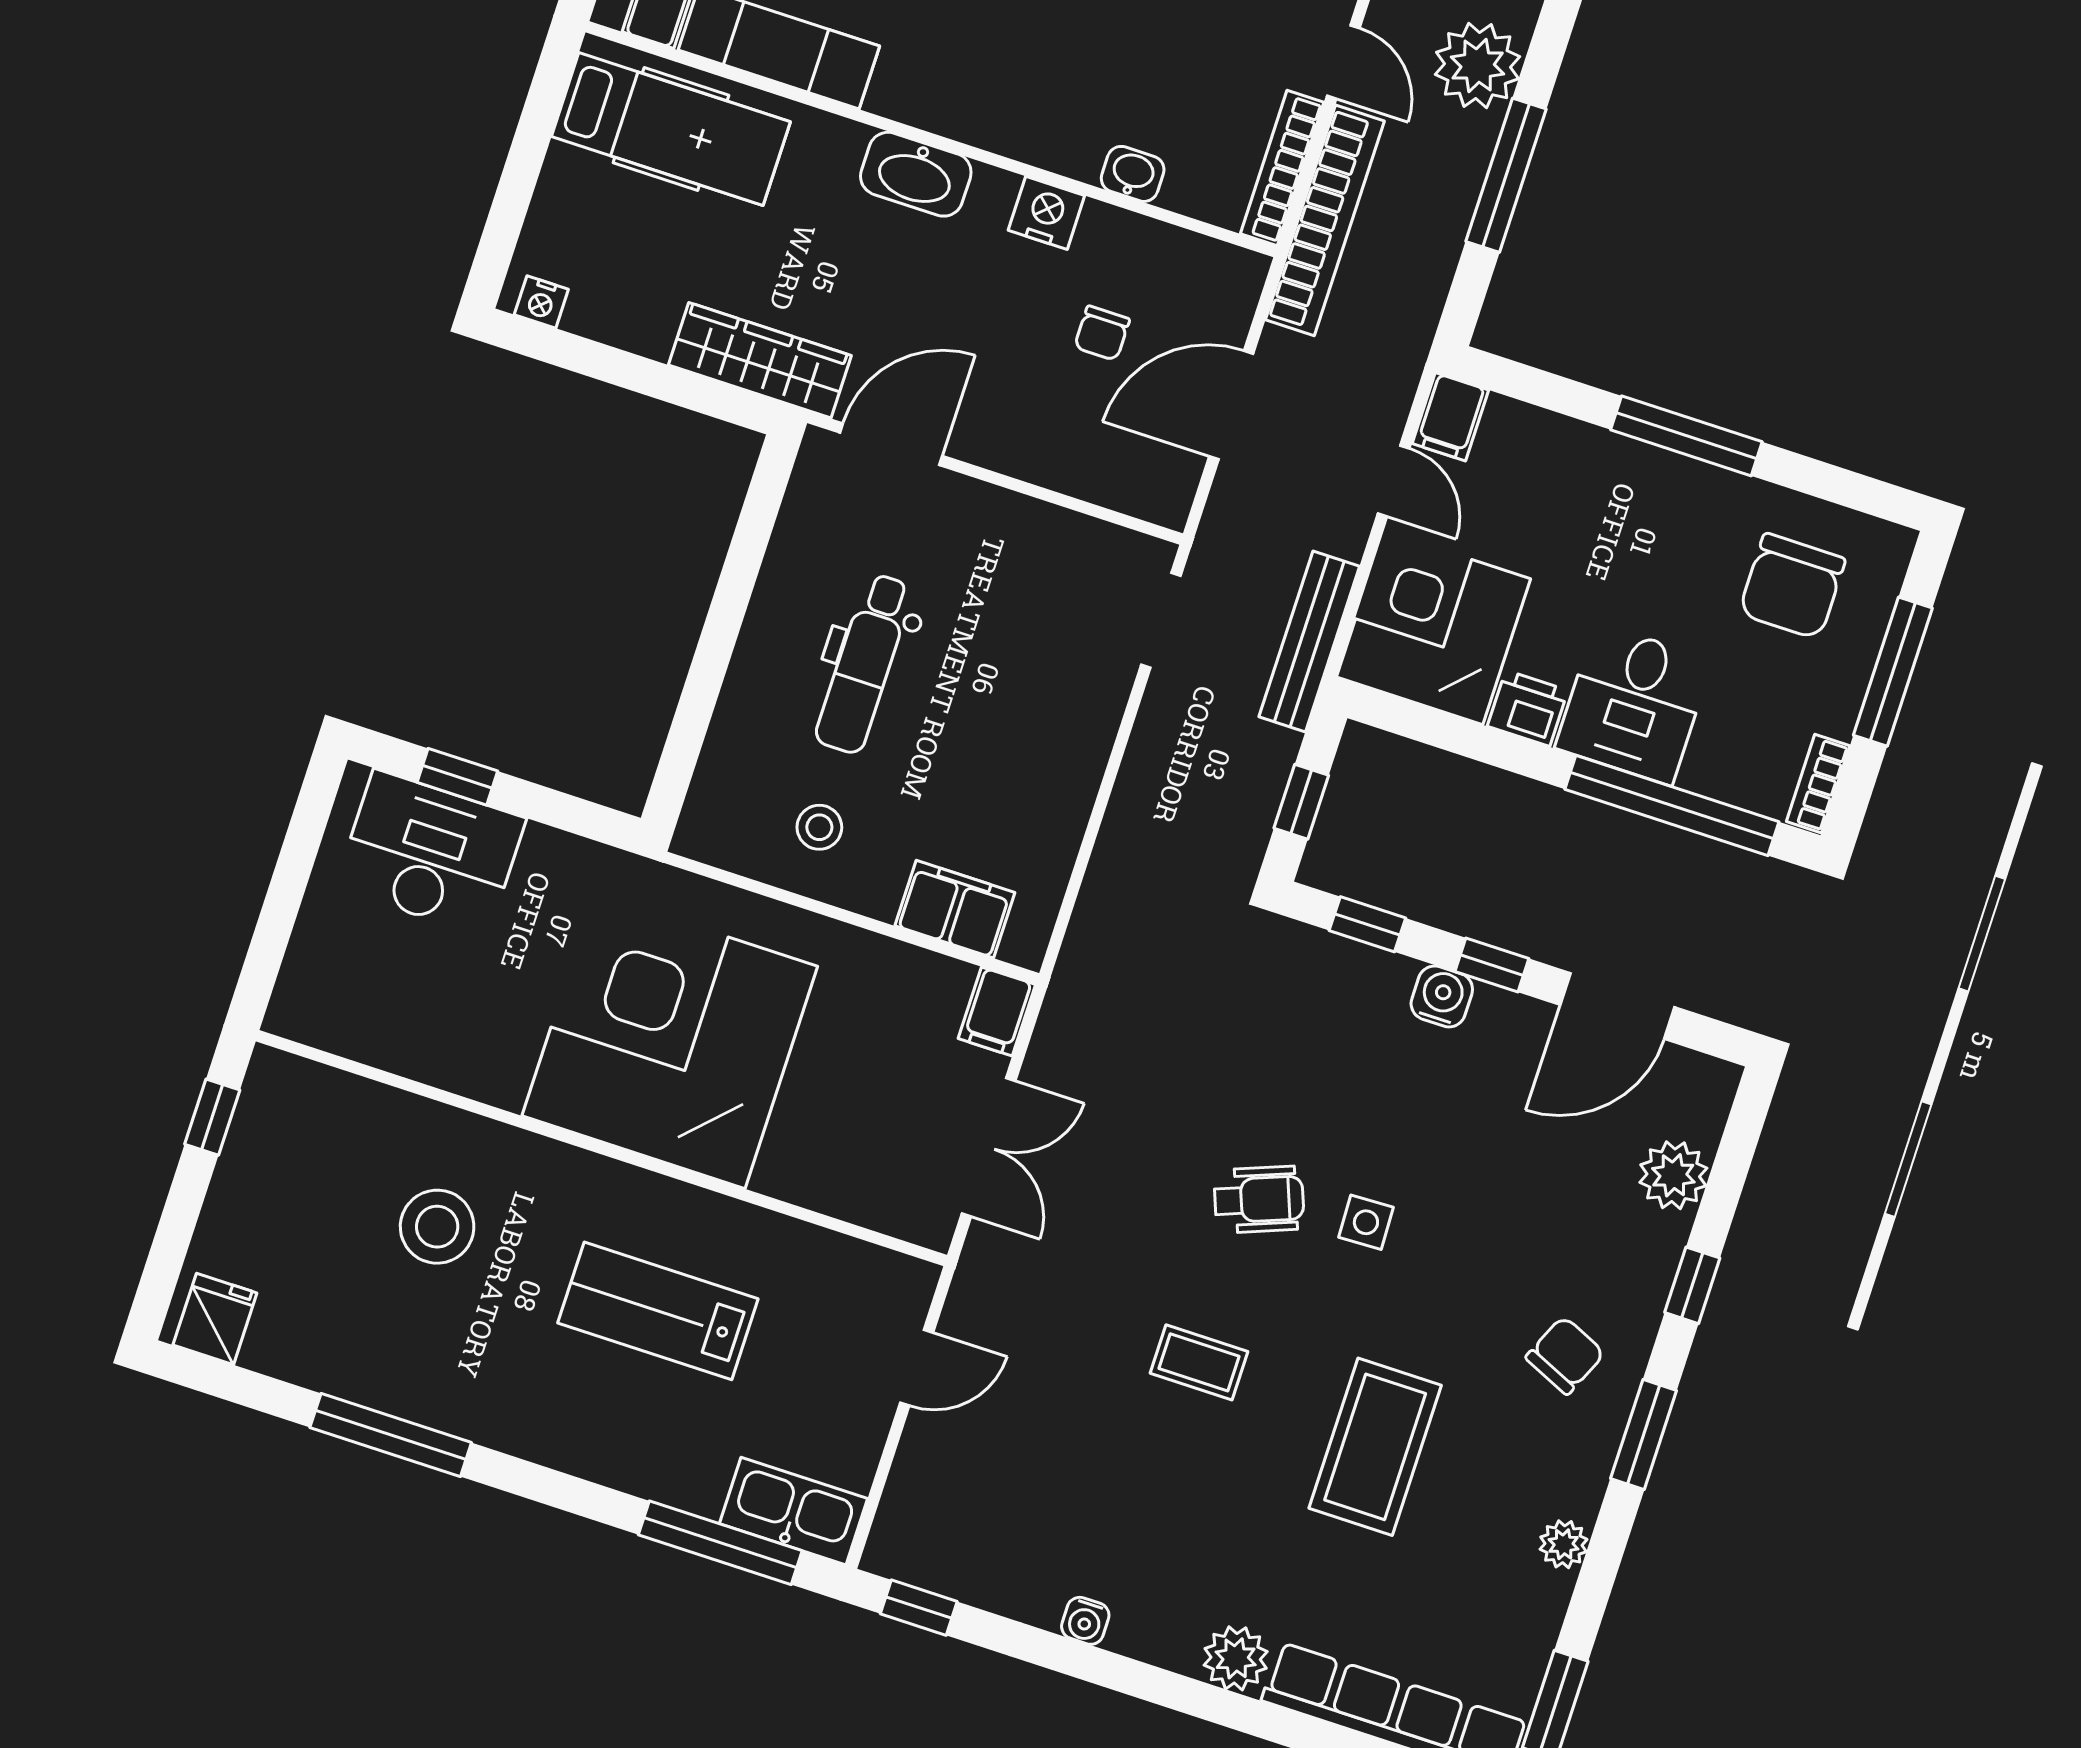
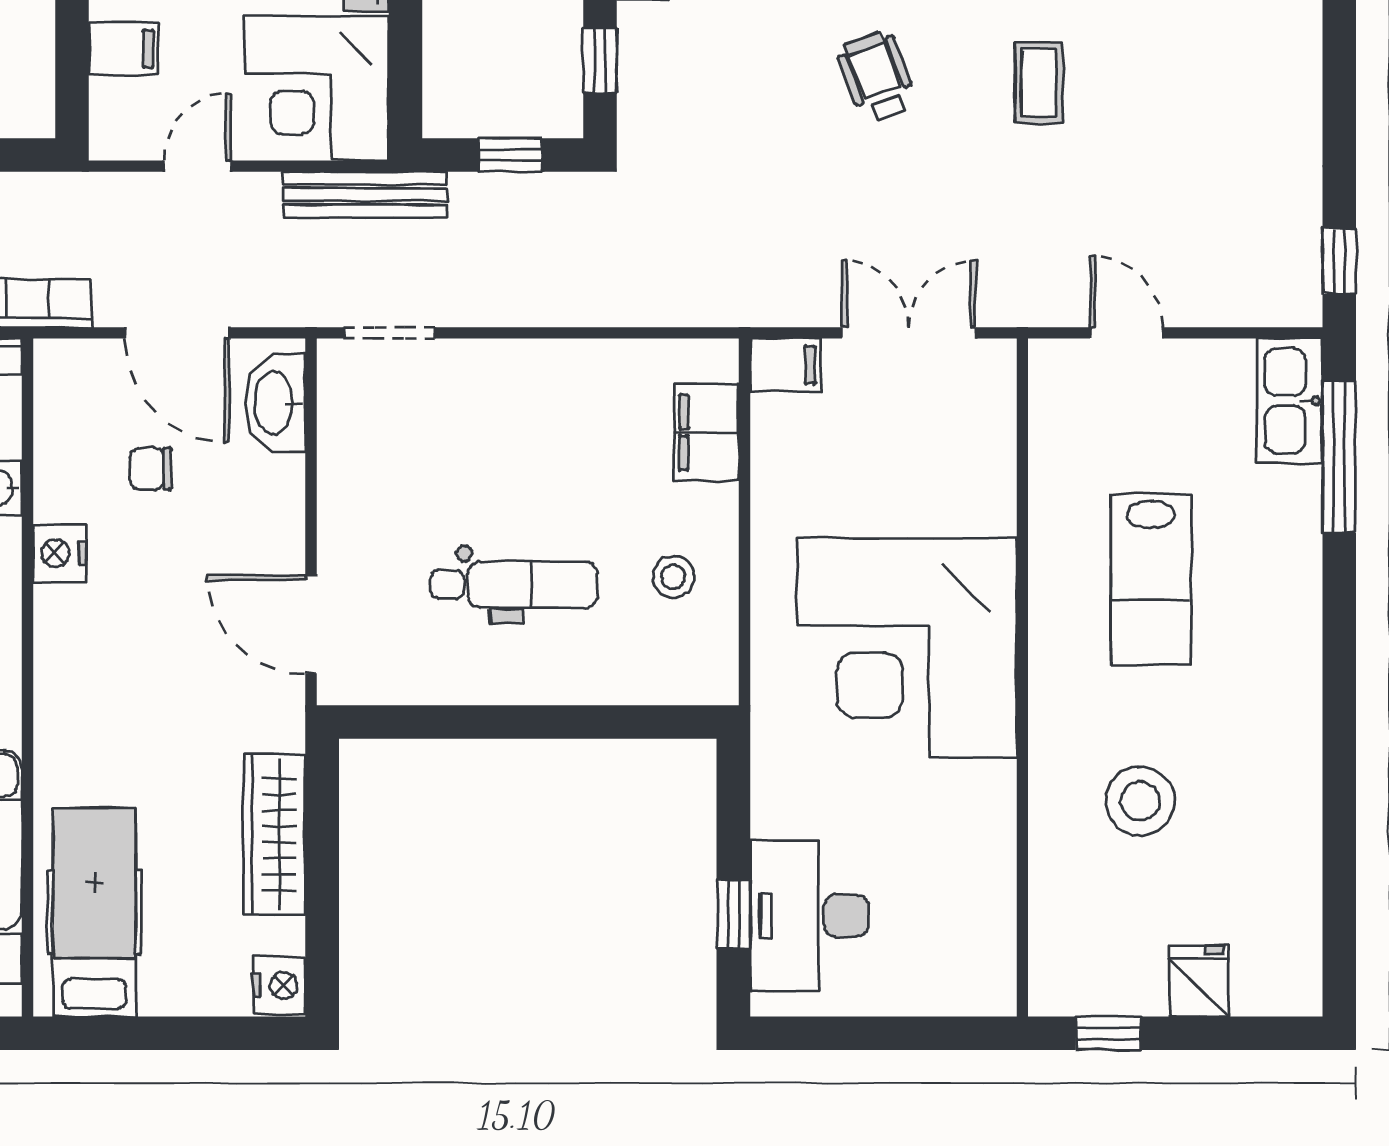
washbasin: (916, 174) -> (275, 403), moved, turned 180
nightstand: (541, 302) -> (279, 985), width x1.39, depth x1.35
chair: (1102, 333) -> (151, 469), turned 180
wardrobe: (760, 360) -> (274, 834), moved
filing cabinet: (1450, 417) -> (124, 49), moved
fridge: (215, 1319) -> (1199, 981), moved, turned 90
window: (391, 1435) -> (1339, 782), removed
water cooler: (1085, 1621) -> (1302, 109), removed

